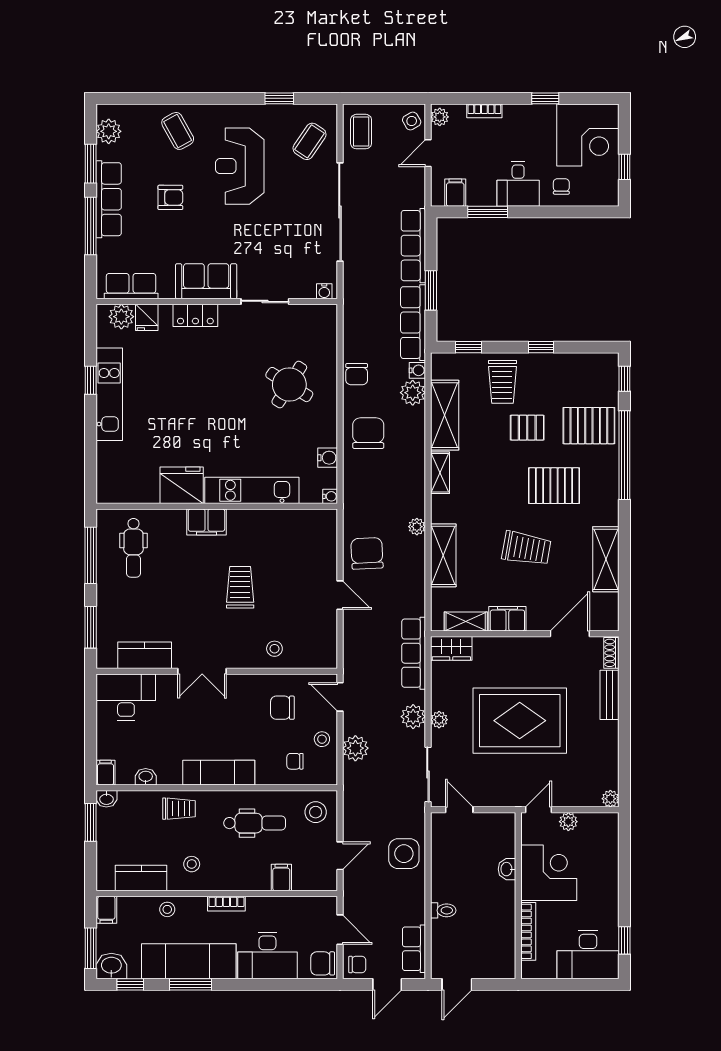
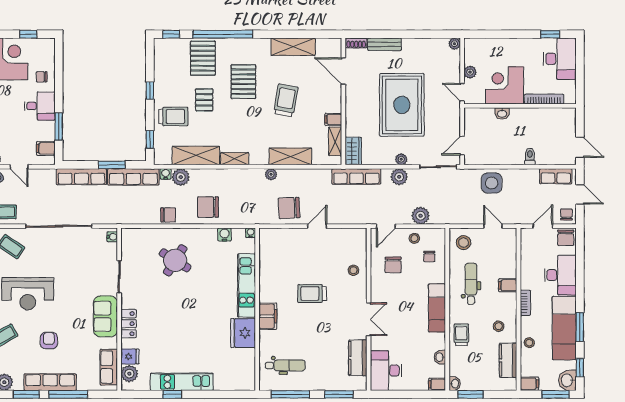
filing cabinet: (507, 619) -> (333, 119), width x0.50
filing cabinet: (281, 878) -> (508, 285), moved

